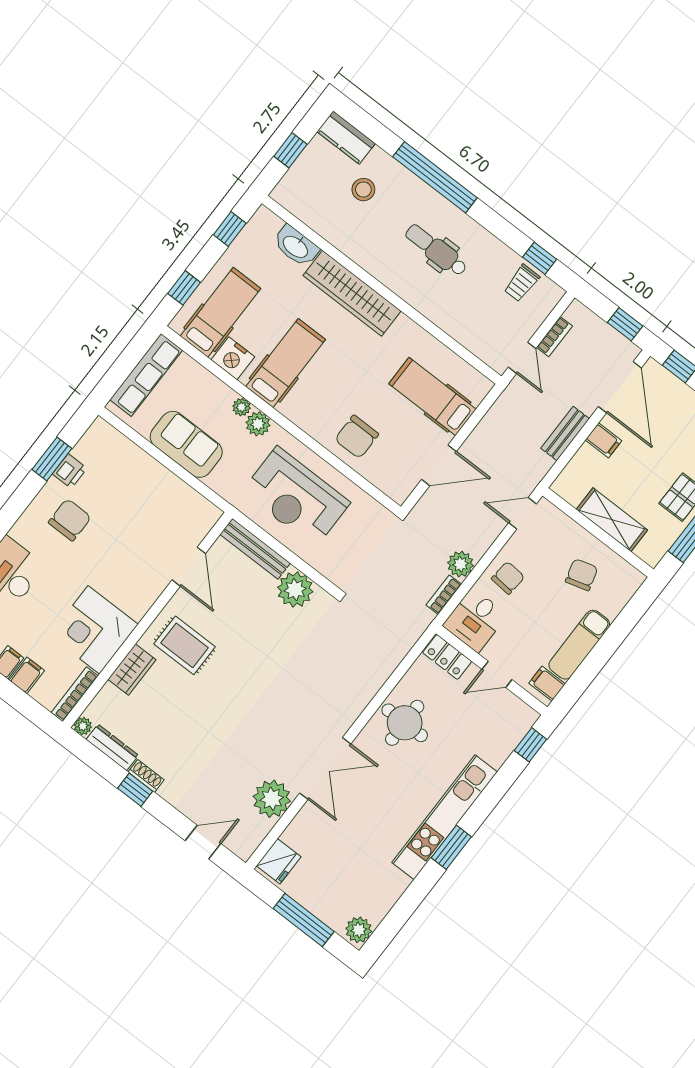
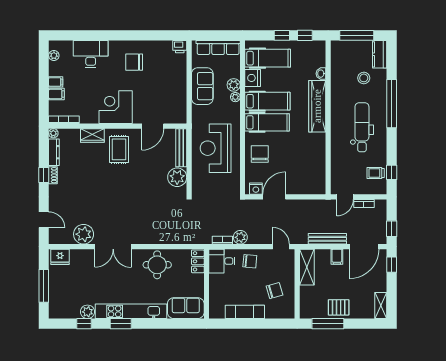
window: (290, 150) -> (357, 35), width x2.17
washbasin: (296, 246) -> (321, 74), width x0.52, depth x0.69
dental chair: (436, 250) -> (362, 127), width x1.36, depth x1.38
window: (184, 288) -> (282, 35), moved
hospital bed: (432, 397) -> (267, 122), moved, turned 90
plant: (258, 424) -> (234, 85), moved
bench: (565, 434) -> (327, 239), width x1.36
chair: (357, 437) -> (260, 154), turned 90
window: (52, 459) -> (154, 35), removed
door: (439, 465) -> (274, 197), swing flipped
printer: (70, 471) -> (180, 47), moved
nightstand: (405, 484) -> (256, 189), added
chair: (70, 520) -> (134, 62), turned 180
shelving: (612, 520) -> (307, 267), moved
corner desk: (94, 630) -> (116, 107), moved
door: (497, 674) -> (206, 287), removed
filing cabinet: (547, 684) -> (219, 311), removed
sofa: (504, 730) -> (186, 308), added
window: (530, 745) -> (84, 324), moved
plant: (359, 930) -> (88, 312), moved

